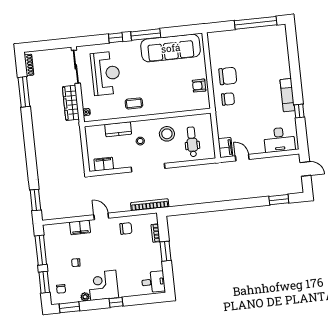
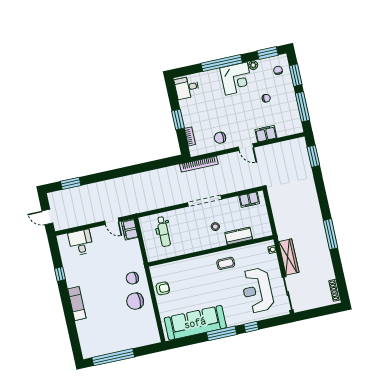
window: (24, 92) -> (331, 234), moved
exam couch: (287, 95) -> (77, 303), moved
stool: (167, 134) -> (190, 237), removed
desk: (279, 140) -> (81, 242), width x0.73
window: (116, 302) -> (222, 63), width x3.17

